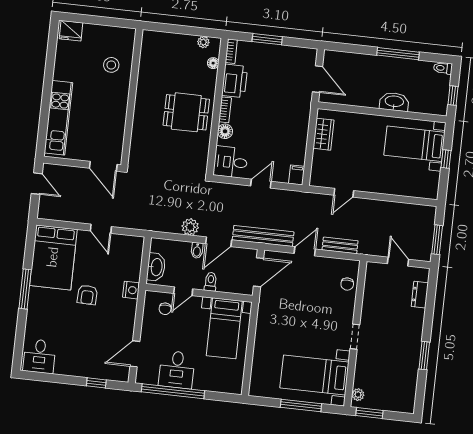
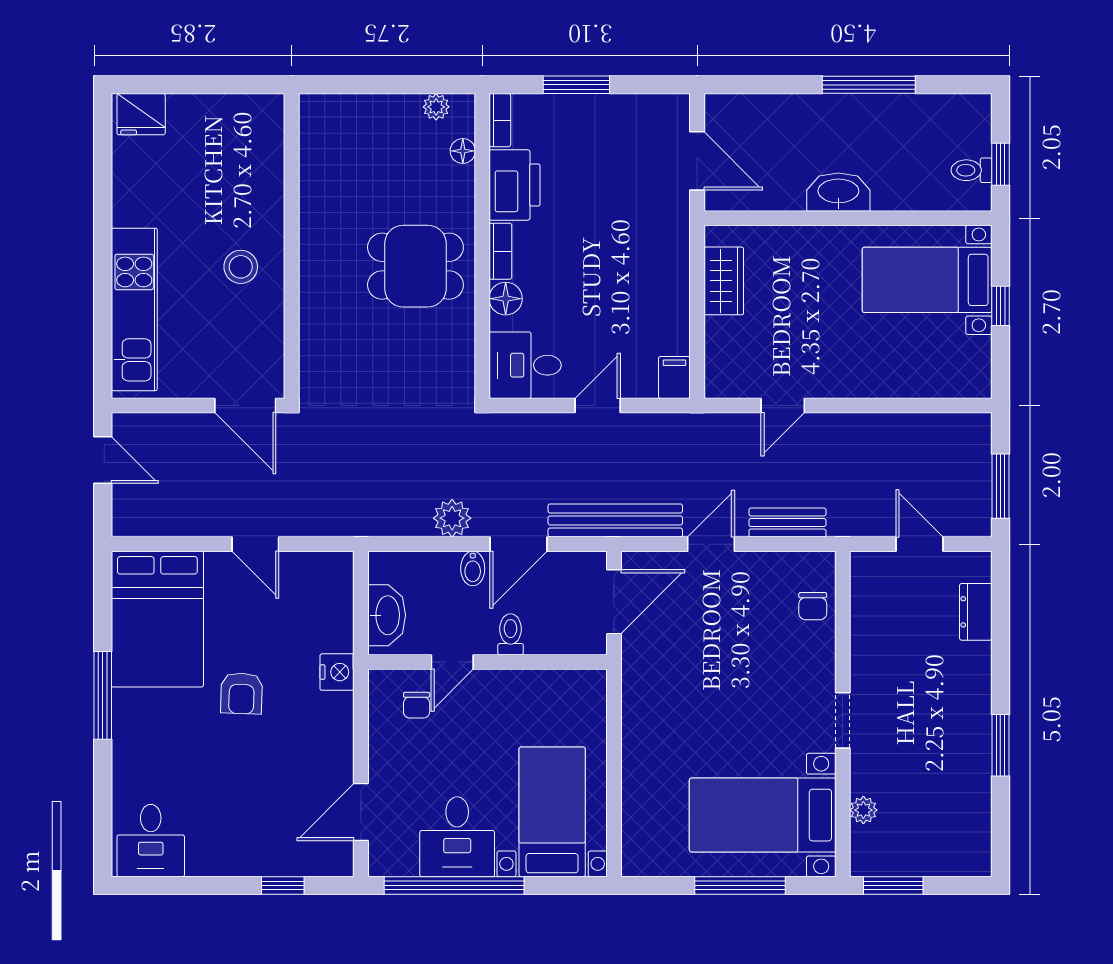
stool: (111, 65) -> (241, 267), moved
toilet: (443, 68) -> (971, 170), moved
washbasin: (394, 102) -> (838, 192), moved
bed with nightstands: (224, 328) -> (552, 812), moved, turned 180
plant: (358, 395) -> (863, 810), moved

